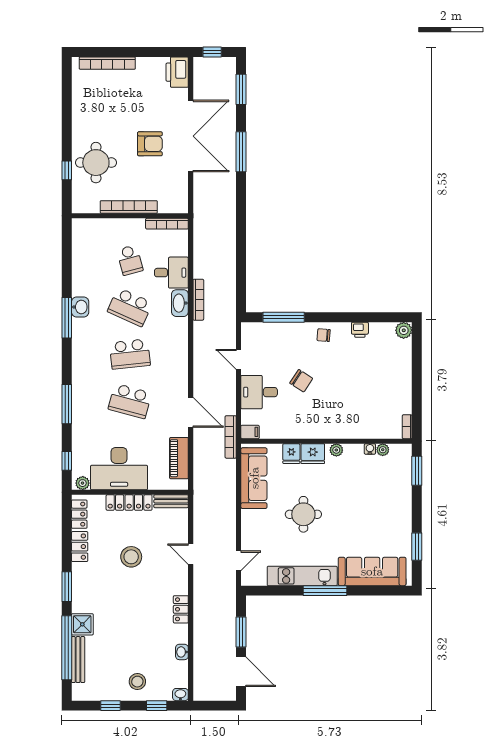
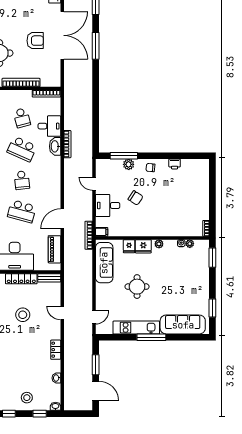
plant: (404, 330) -> (129, 164), moved
school desk: (130, 354) -> (22, 180), width x0.54
door: (191, 412) -> (62, 219), swing flipped

